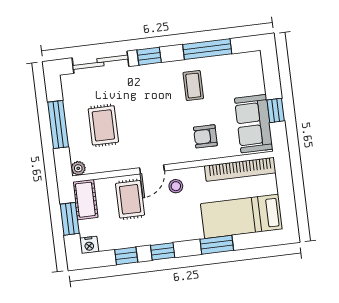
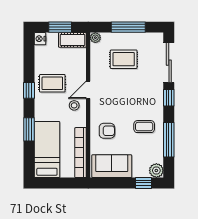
plant: (252, 61) -> (156, 170), added
window: (276, 110) -> (144, 183), moved
armchair: (205, 136) -> (107, 131), turned 90
door: (152, 169) -> (88, 90), hinge flipped
rug: (130, 199) -> (52, 83), moved
window: (126, 256) -> (29, 64), removed

